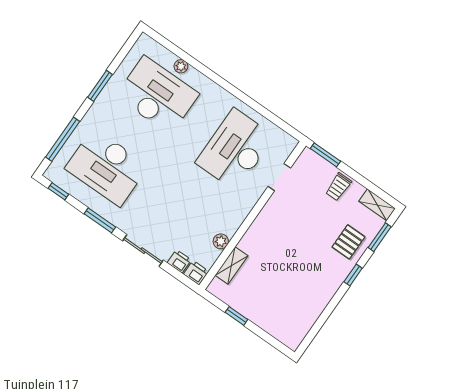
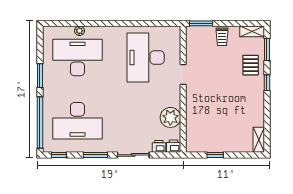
window: (63, 139) -> (40, 122), width x1.46
doorway: (279, 177) -> (183, 74), moved
plant: (221, 241) -> (170, 117), width x1.88, depth x1.88
shelving: (231, 266) -> (259, 140), moved

